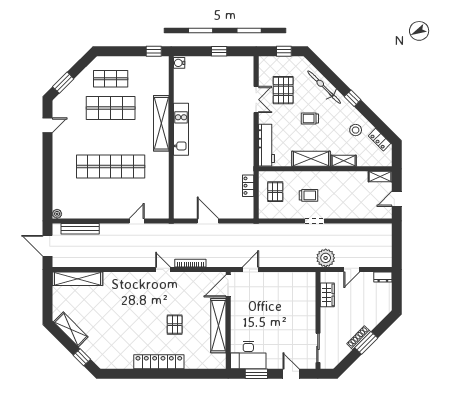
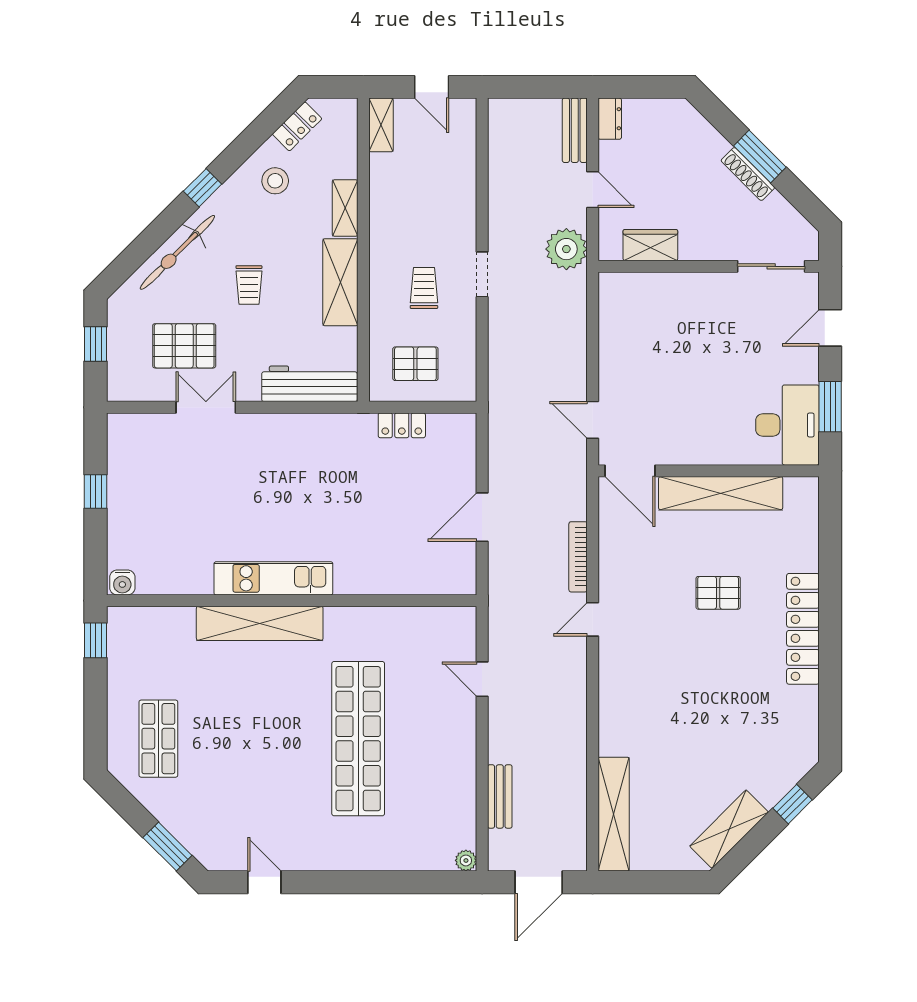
shop shelf: (111, 108) -> (225, 739), removed
bench: (80, 229) -> (500, 796), width x0.73
bench: (378, 262) -> (575, 130), added

